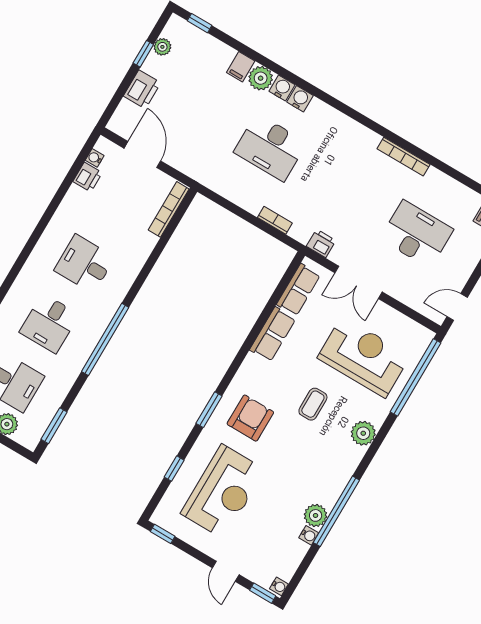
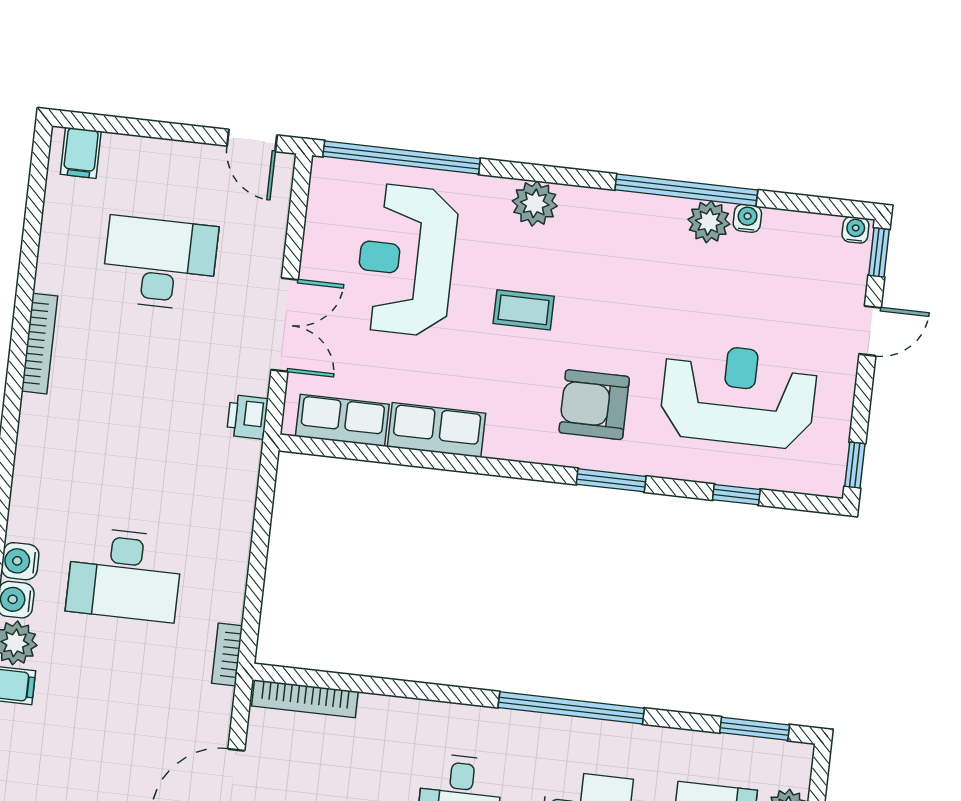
desk: (270, 148) -> (124, 575), turned 90
bookcase: (275, 220) -> (227, 654), moved
desk: (417, 234) -> (160, 263), turned 90

